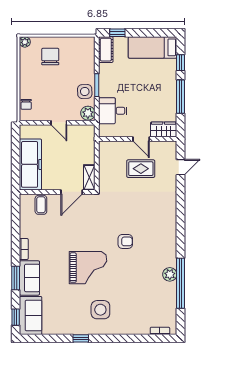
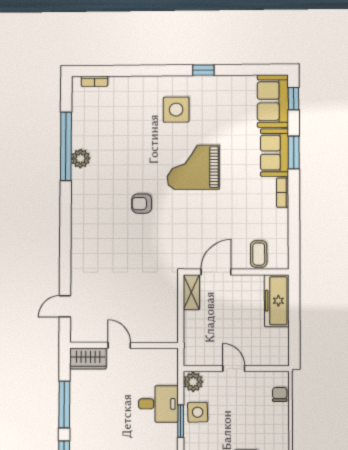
desk: (113, 111) -> (158, 404), moved
freezer: (30, 164) -> (277, 301), width x0.73, depth x0.79
rug: (141, 169) -> (120, 304), removed

